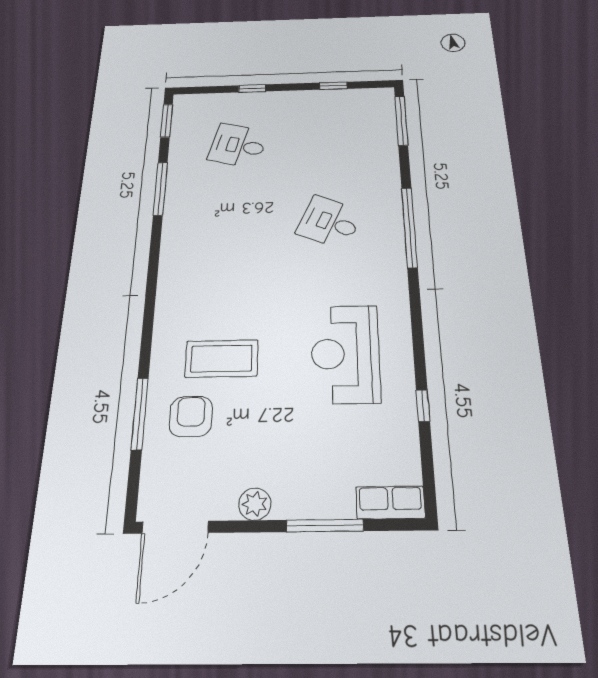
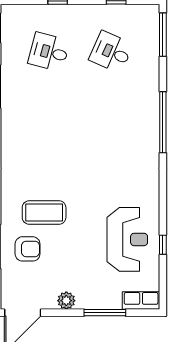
desk: (330, 222) -> (111, 52), moved
reception desk: (345, 354) -> (127, 239), moved, turned 180
armchair: (191, 416) -> (28, 249), turned 90

